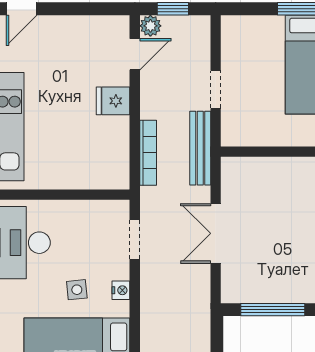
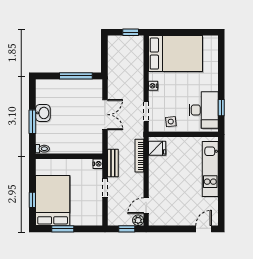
fridge: (113, 101) -> (157, 148), moved
nightstand: (230, 137) -> (98, 164), added
bench: (200, 148) -> (113, 163), width x0.73
side table: (77, 290) -> (171, 122), moved

